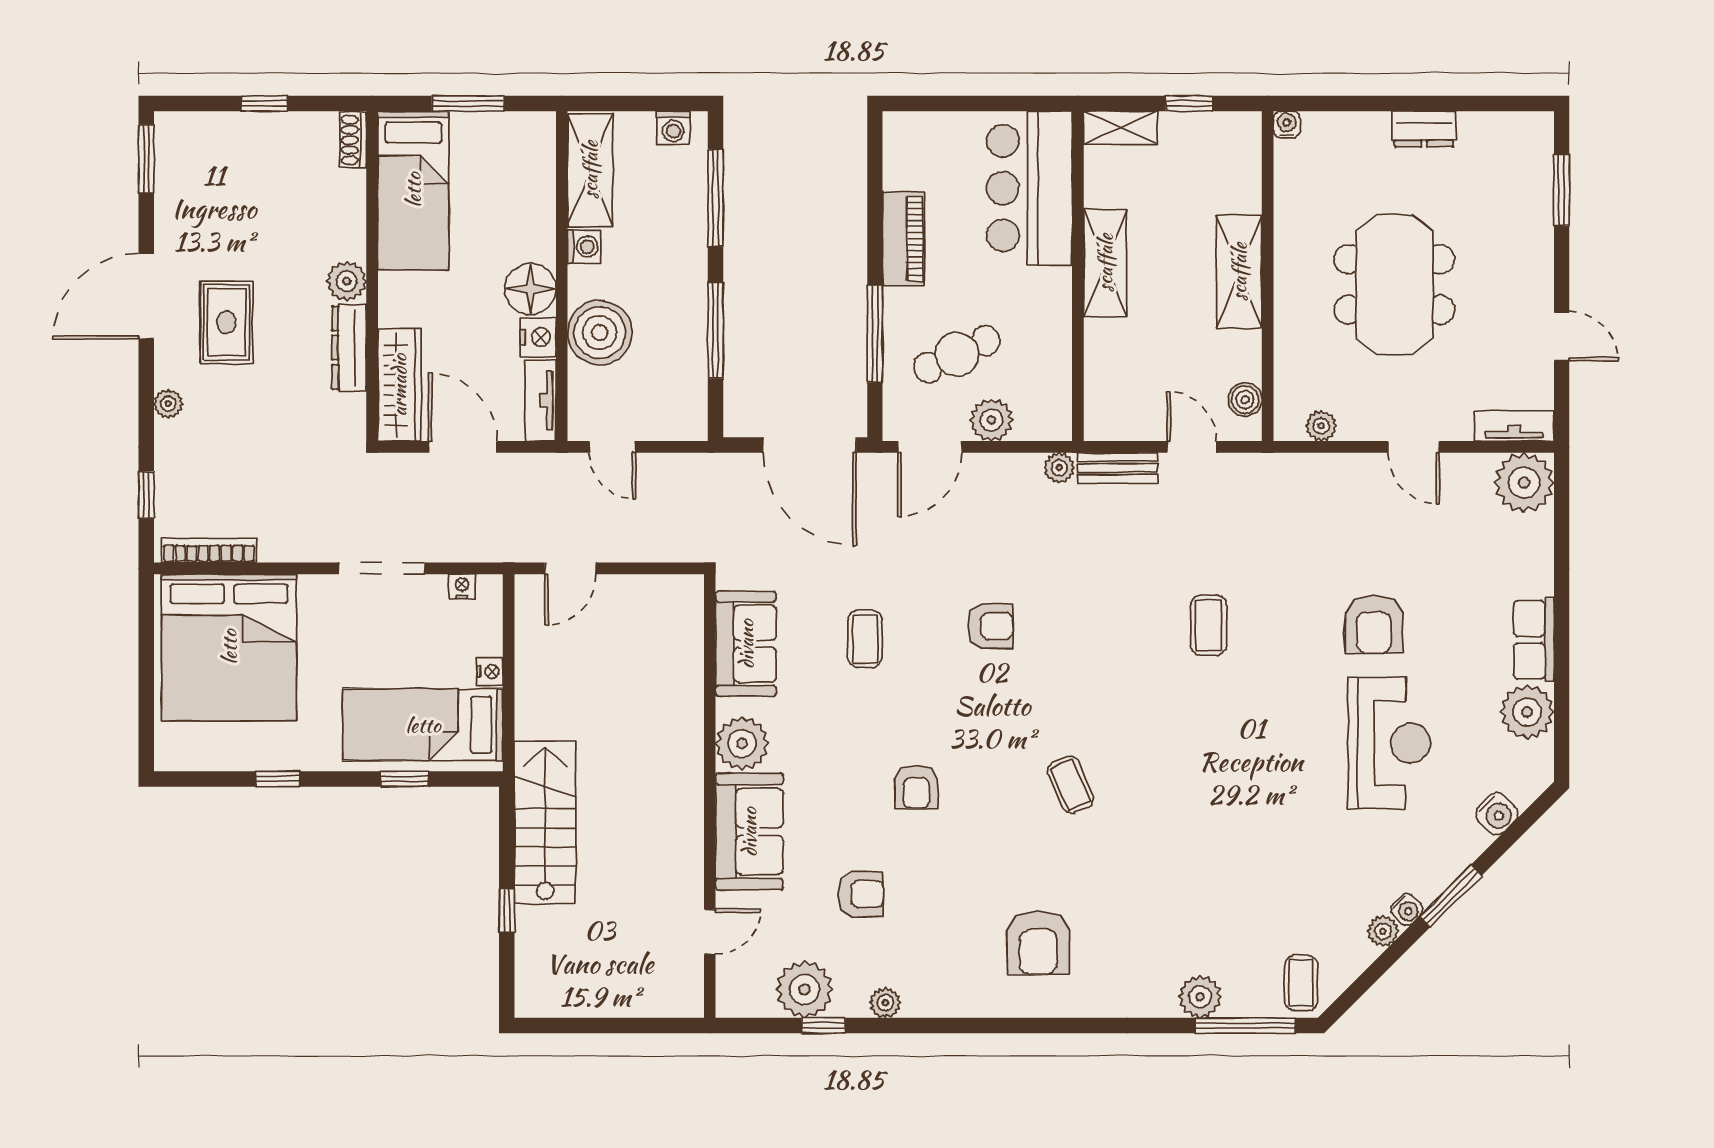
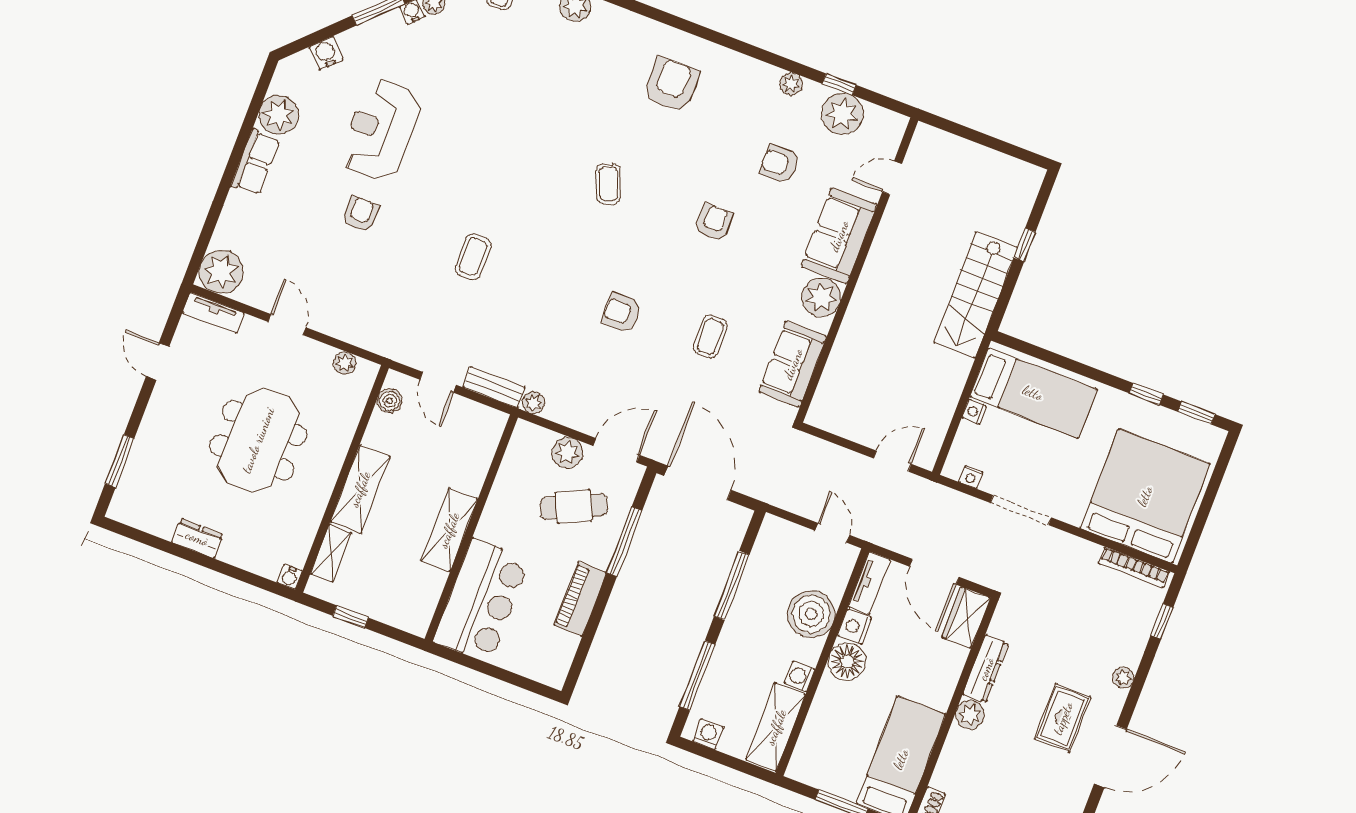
shelving: (1120, 128) -> (331, 553), moved, turned 90
wardrobe: (399, 385) -> (966, 618), width x0.67
armchair: (1374, 625) -> (360, 214), width x0.72, depth x0.72
window: (405, 779) -> (1196, 413), moved

